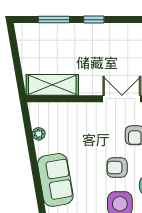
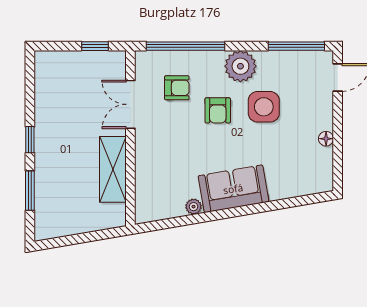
shelving: (52, 85) -> (113, 169), moved
plant: (39, 134) -> (194, 207), moved

